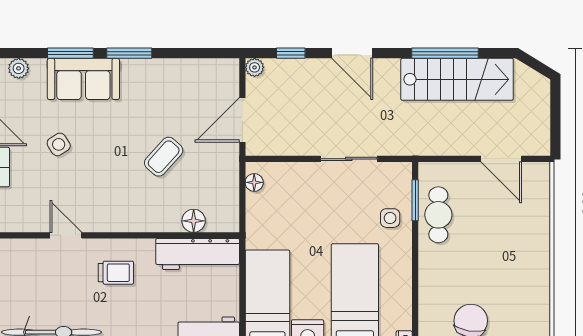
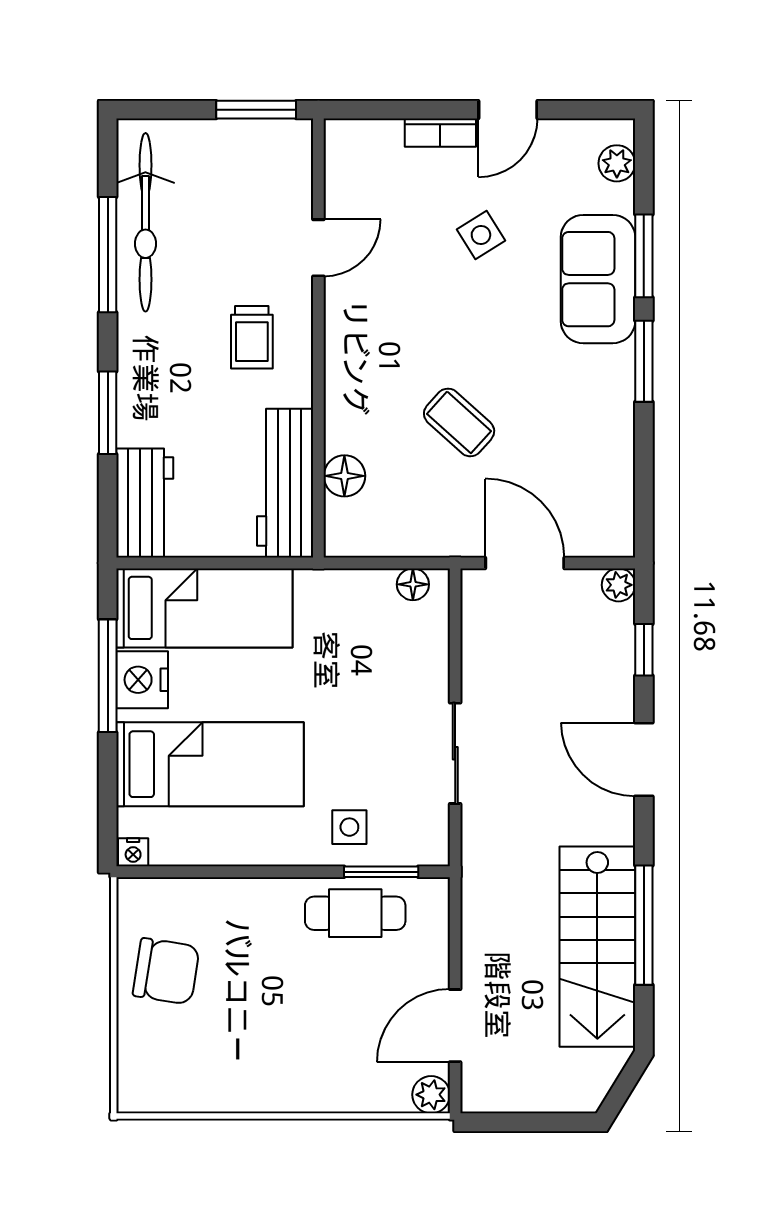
door: (352, 53) -> (644, 759), hinge flipped
plant: (540, 172) -> (431, 1095), added

